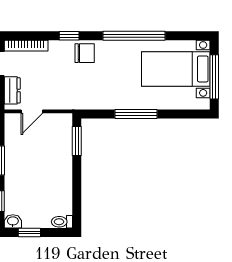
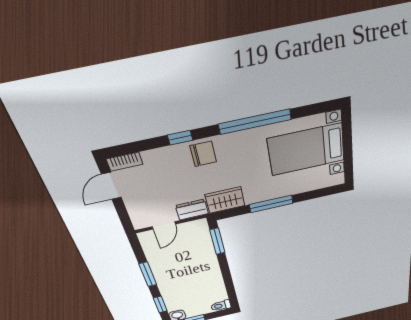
bookcase: (26, 46) -> (125, 162), width x0.64
window: (214, 77) -> (348, 149), removed
dresser: (12, 90) -> (192, 210), moved, turned -90
wardrobe: (94, 100) -> (225, 200), added

